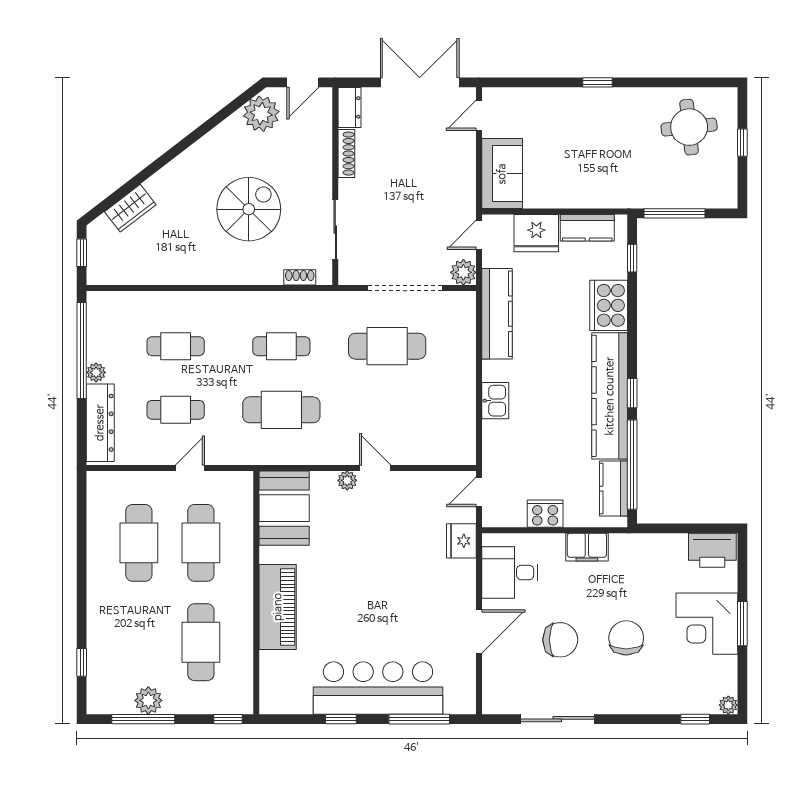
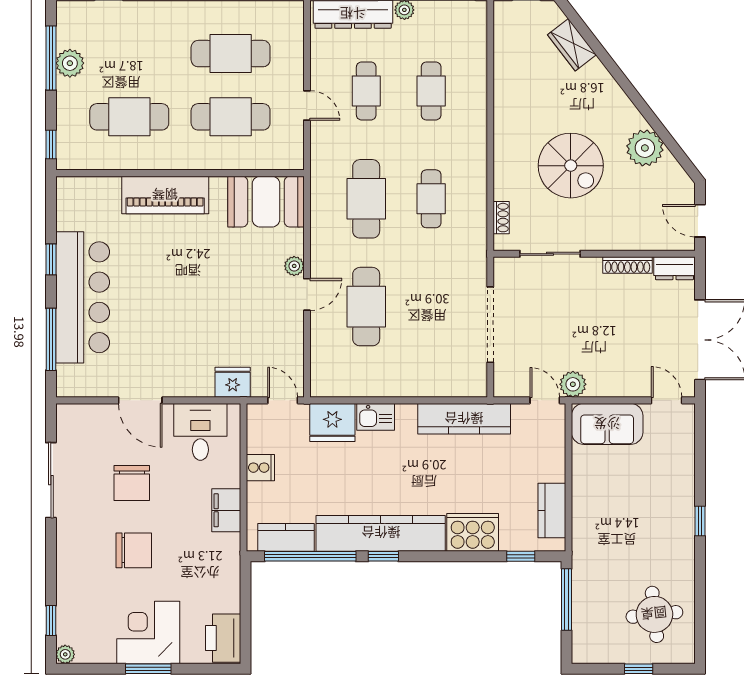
plant: (261, 114) -> (645, 148), moved
fridge: (536, 233) -> (332, 422), moved, turned -90
plant: (463, 272) -> (573, 384), moved
cafe table: (387, 346) -> (366, 307), moved
cooker: (545, 514) -> (260, 468), width x0.73

